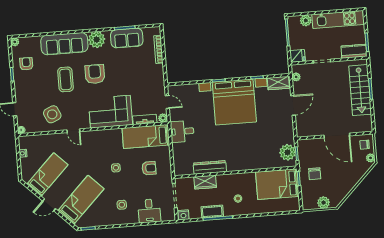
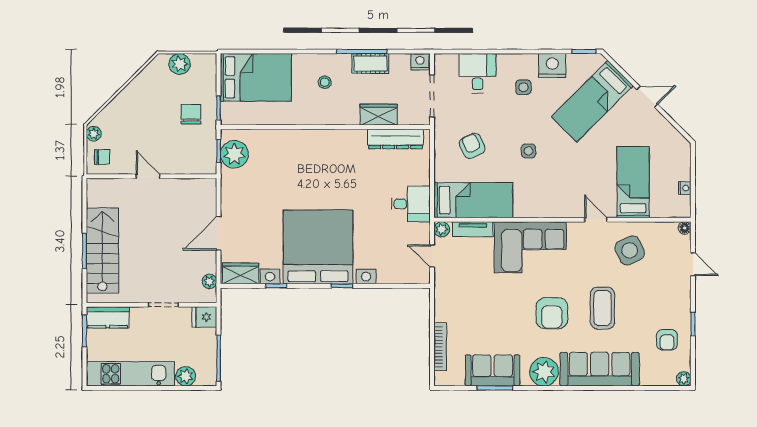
door: (337, 136) -> (148, 176), width x0.53
dresser: (210, 167) -> (396, 139), moved
armchair: (149, 168) -> (472, 146), turned 65
bed: (47, 174) -> (633, 182), moved, turned 135
bed: (277, 184) -> (256, 77), moved
nightstand: (106, 219) -> (552, 66), added

